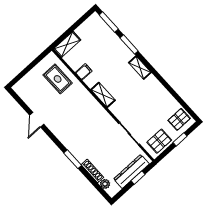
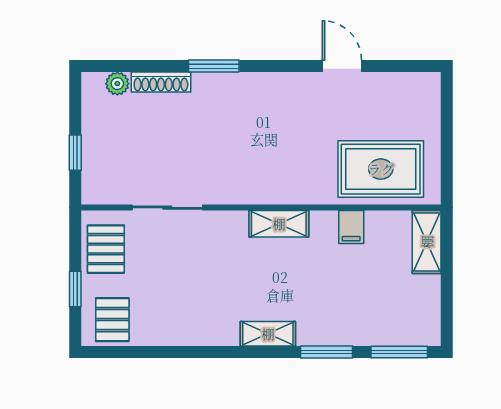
rug: (58, 79) -> (381, 169), width x1.36, depth x1.43
dresser: (131, 171) -> (97, 151), removed

